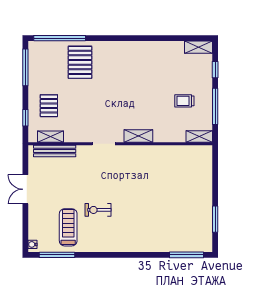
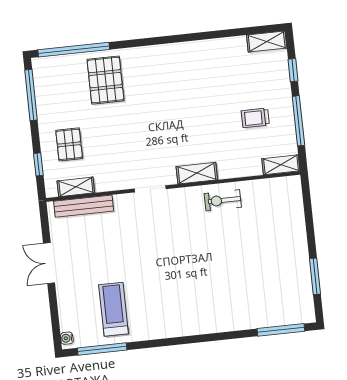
exercise bike: (98, 210) -> (223, 200), moved

